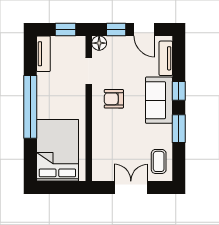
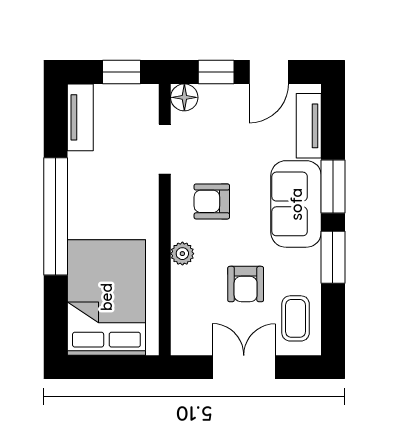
door: (144, 29) -> (269, 72), hinge flipped
window: (179, 91) -> (333, 186), width x1.50
plant: (98, 127) -> (182, 254), added
armchair: (132, 143) -> (246, 284), added

